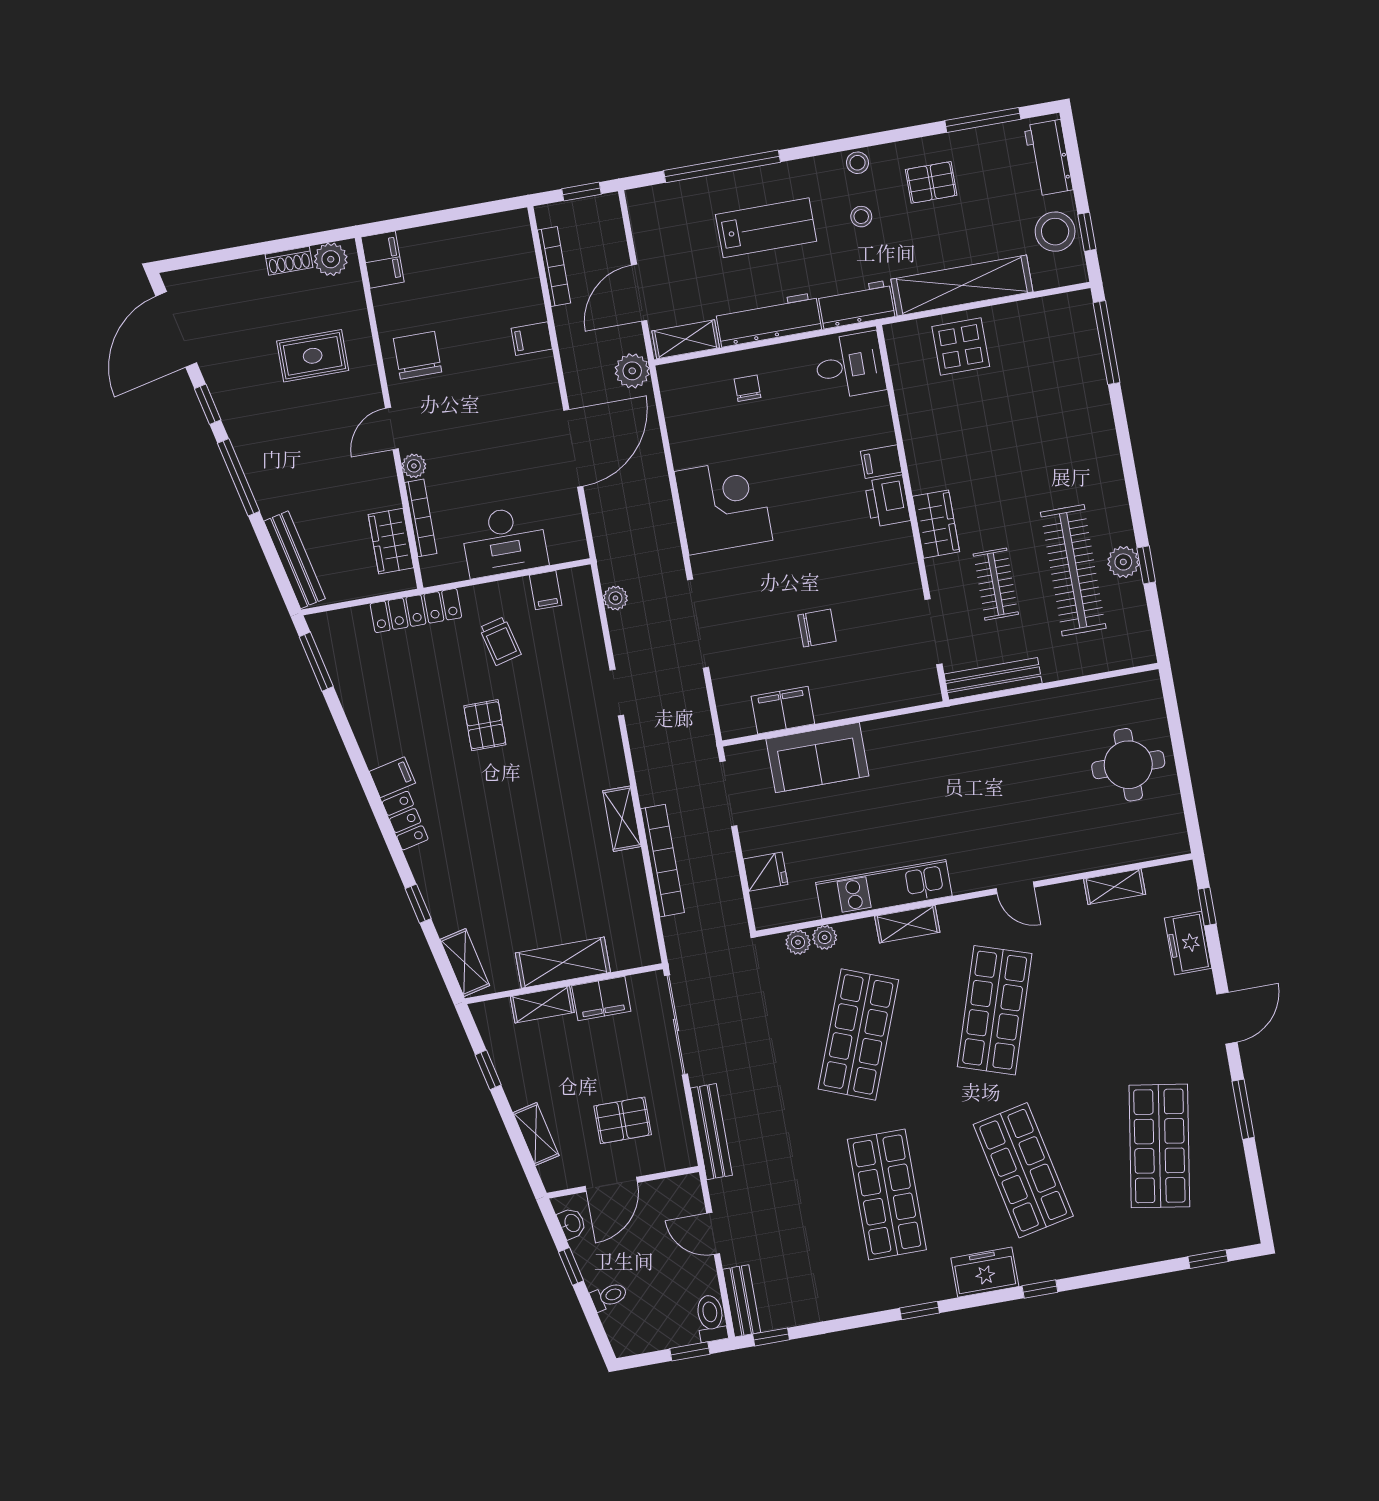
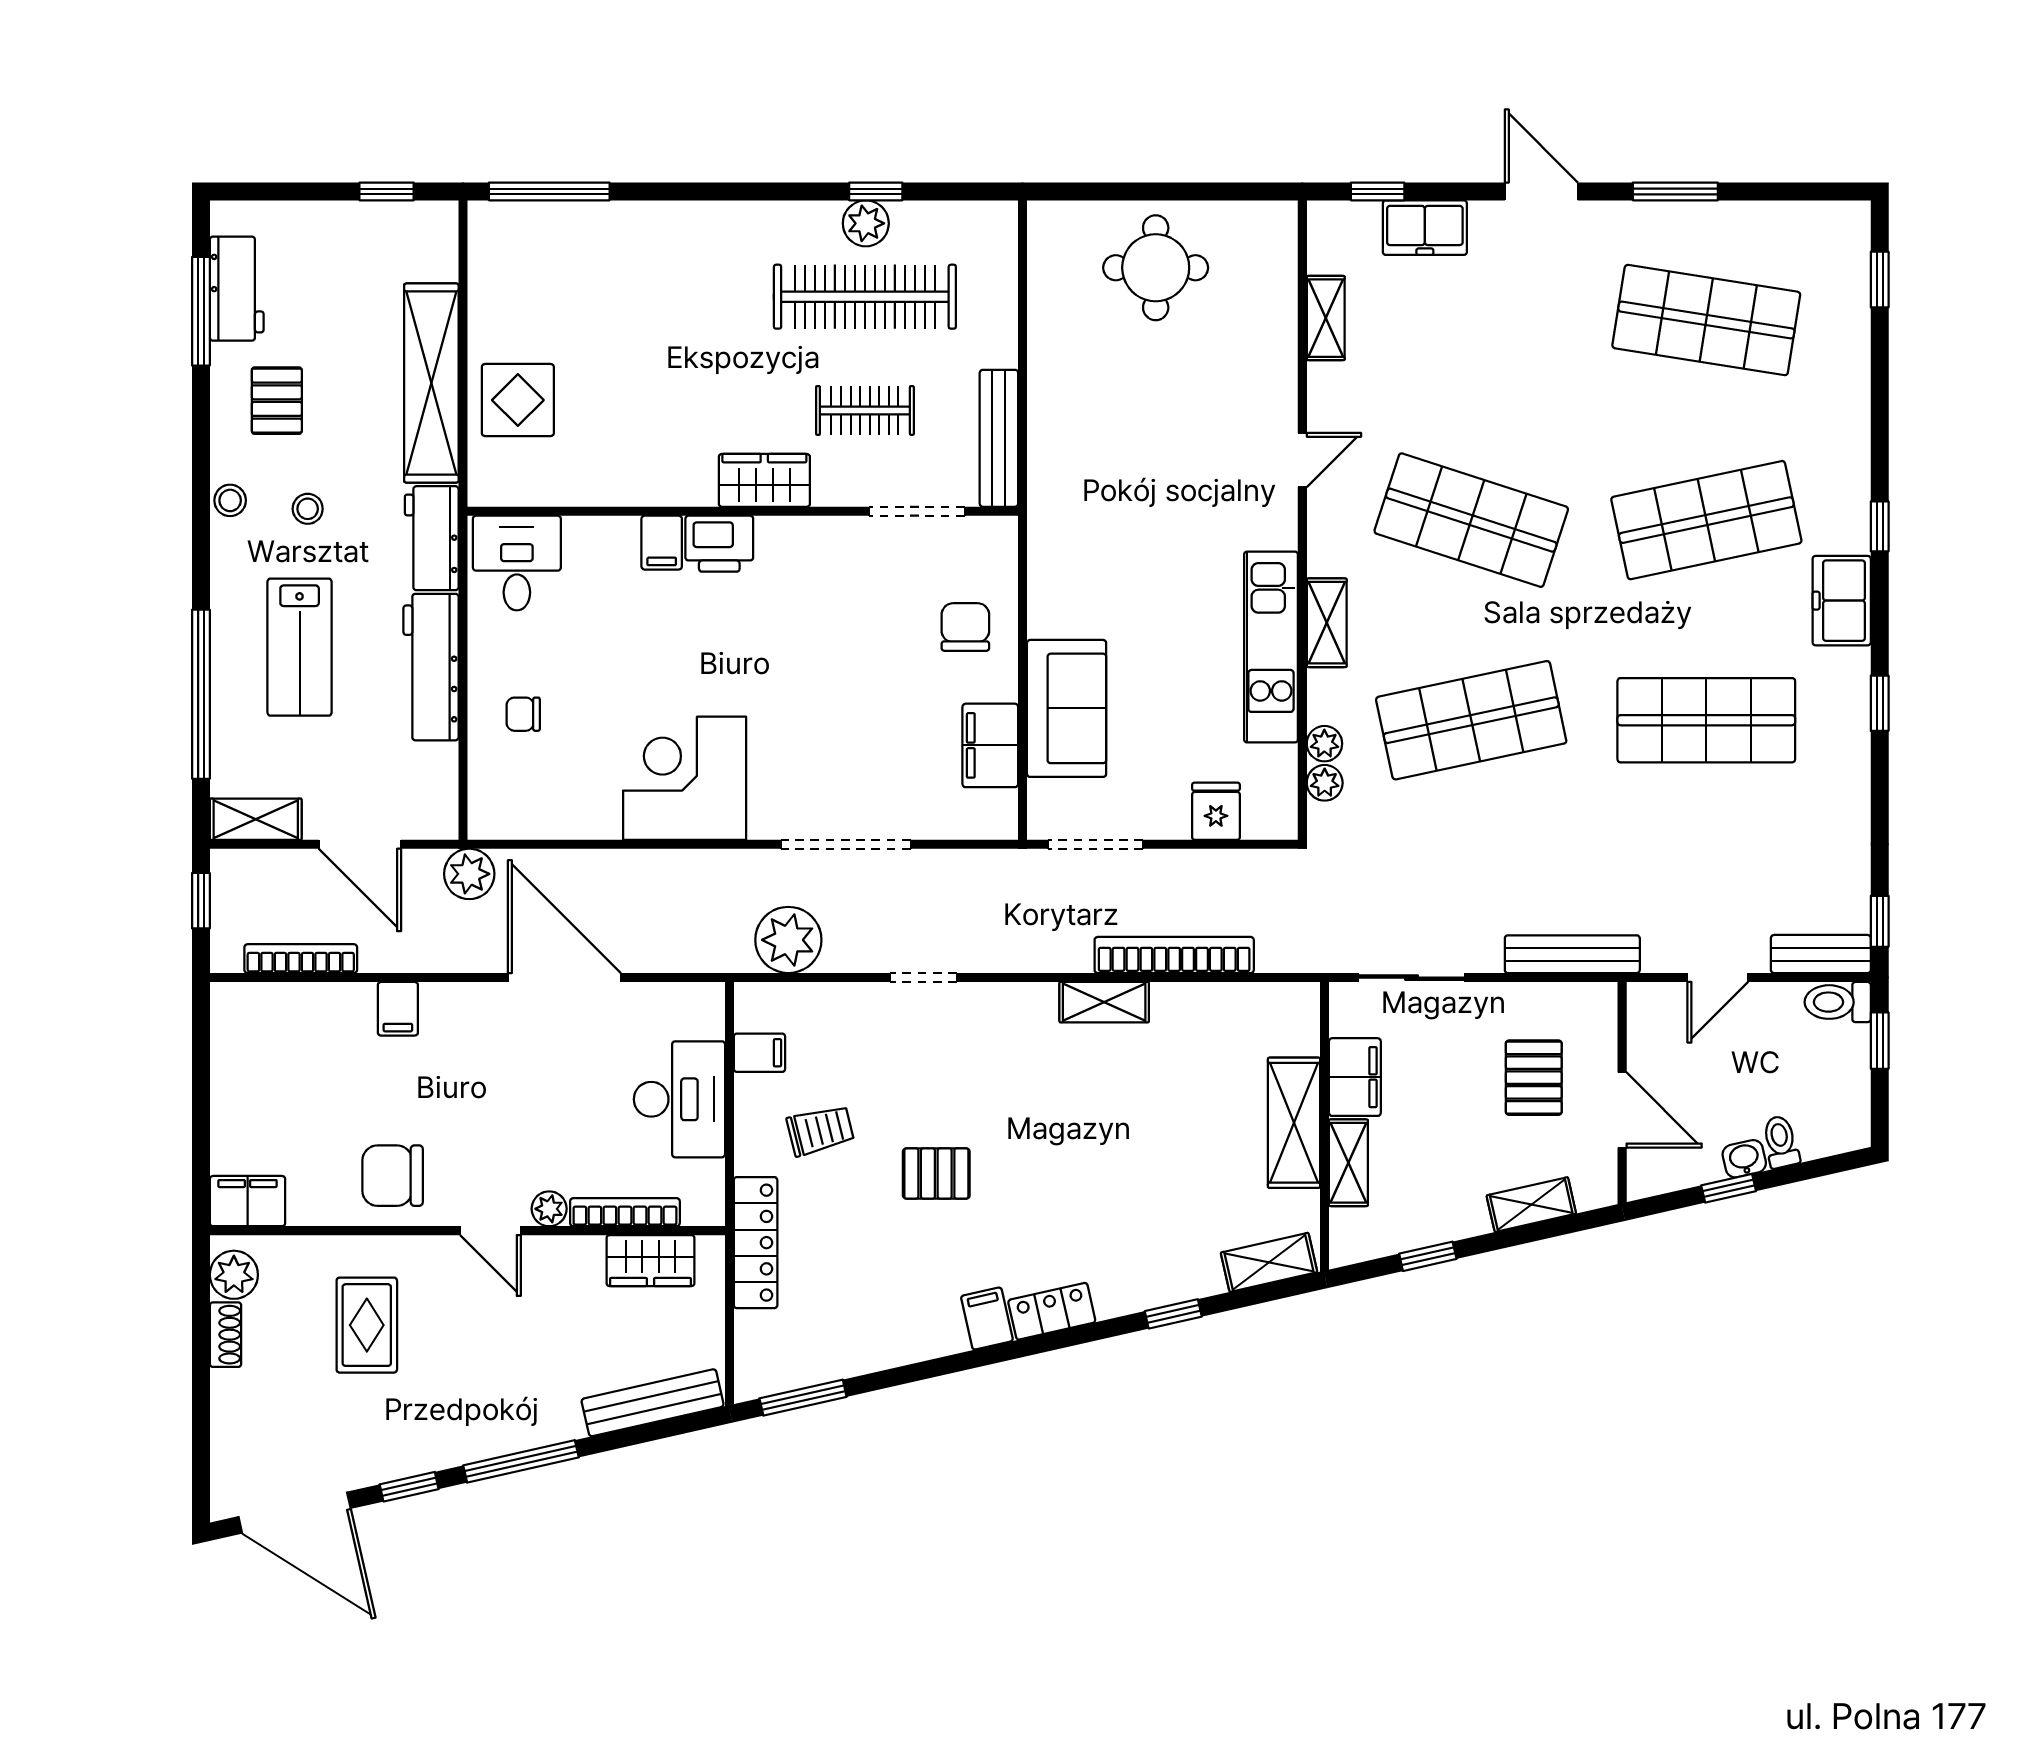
workbench: (1049, 158) -> (237, 289), moved, turned -90
lab bench: (766, 228) -> (300, 647), turned 180
stool: (1055, 232) -> (378, 237), removed
shelving: (686, 339) -> (256, 819), moved, turned 90
plant: (615, 598) -> (788, 940), width x1.88, depth x1.88
chair: (817, 628) -> (965, 627), moved
sliding door: (676, 1025) -> (1411, 978), width x0.73
shop shelf: (858, 1034) -> (1471, 720), turned -33
washbasin: (572, 1223) -> (1744, 1159), moved

